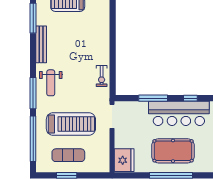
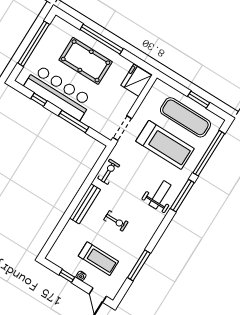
exercise bike: (72, 41) -> (116, 221), added
bench: (41, 44) -> (85, 204), moved
treadmill: (71, 124) -> (165, 145), turned 180
exercise mat: (68, 155) -> (185, 117), width x1.36, depth x1.45

